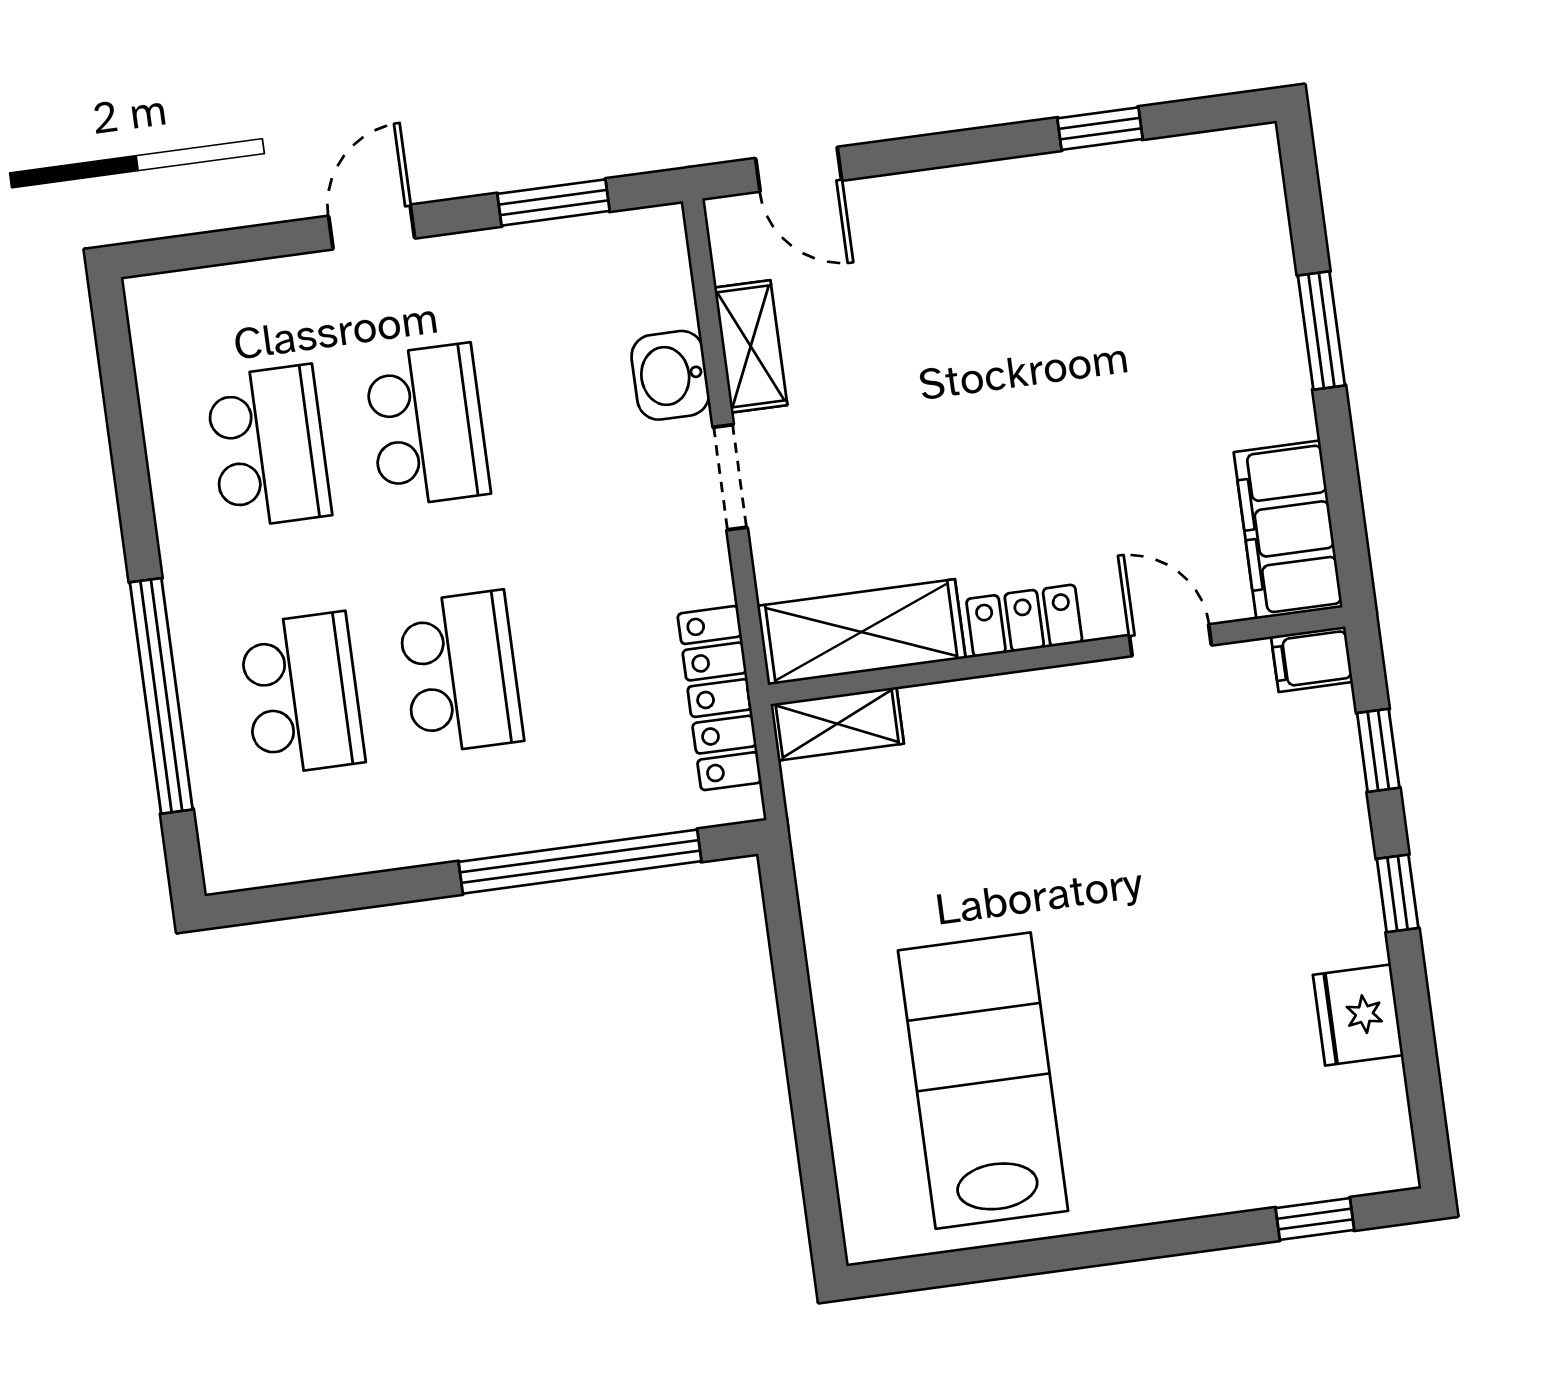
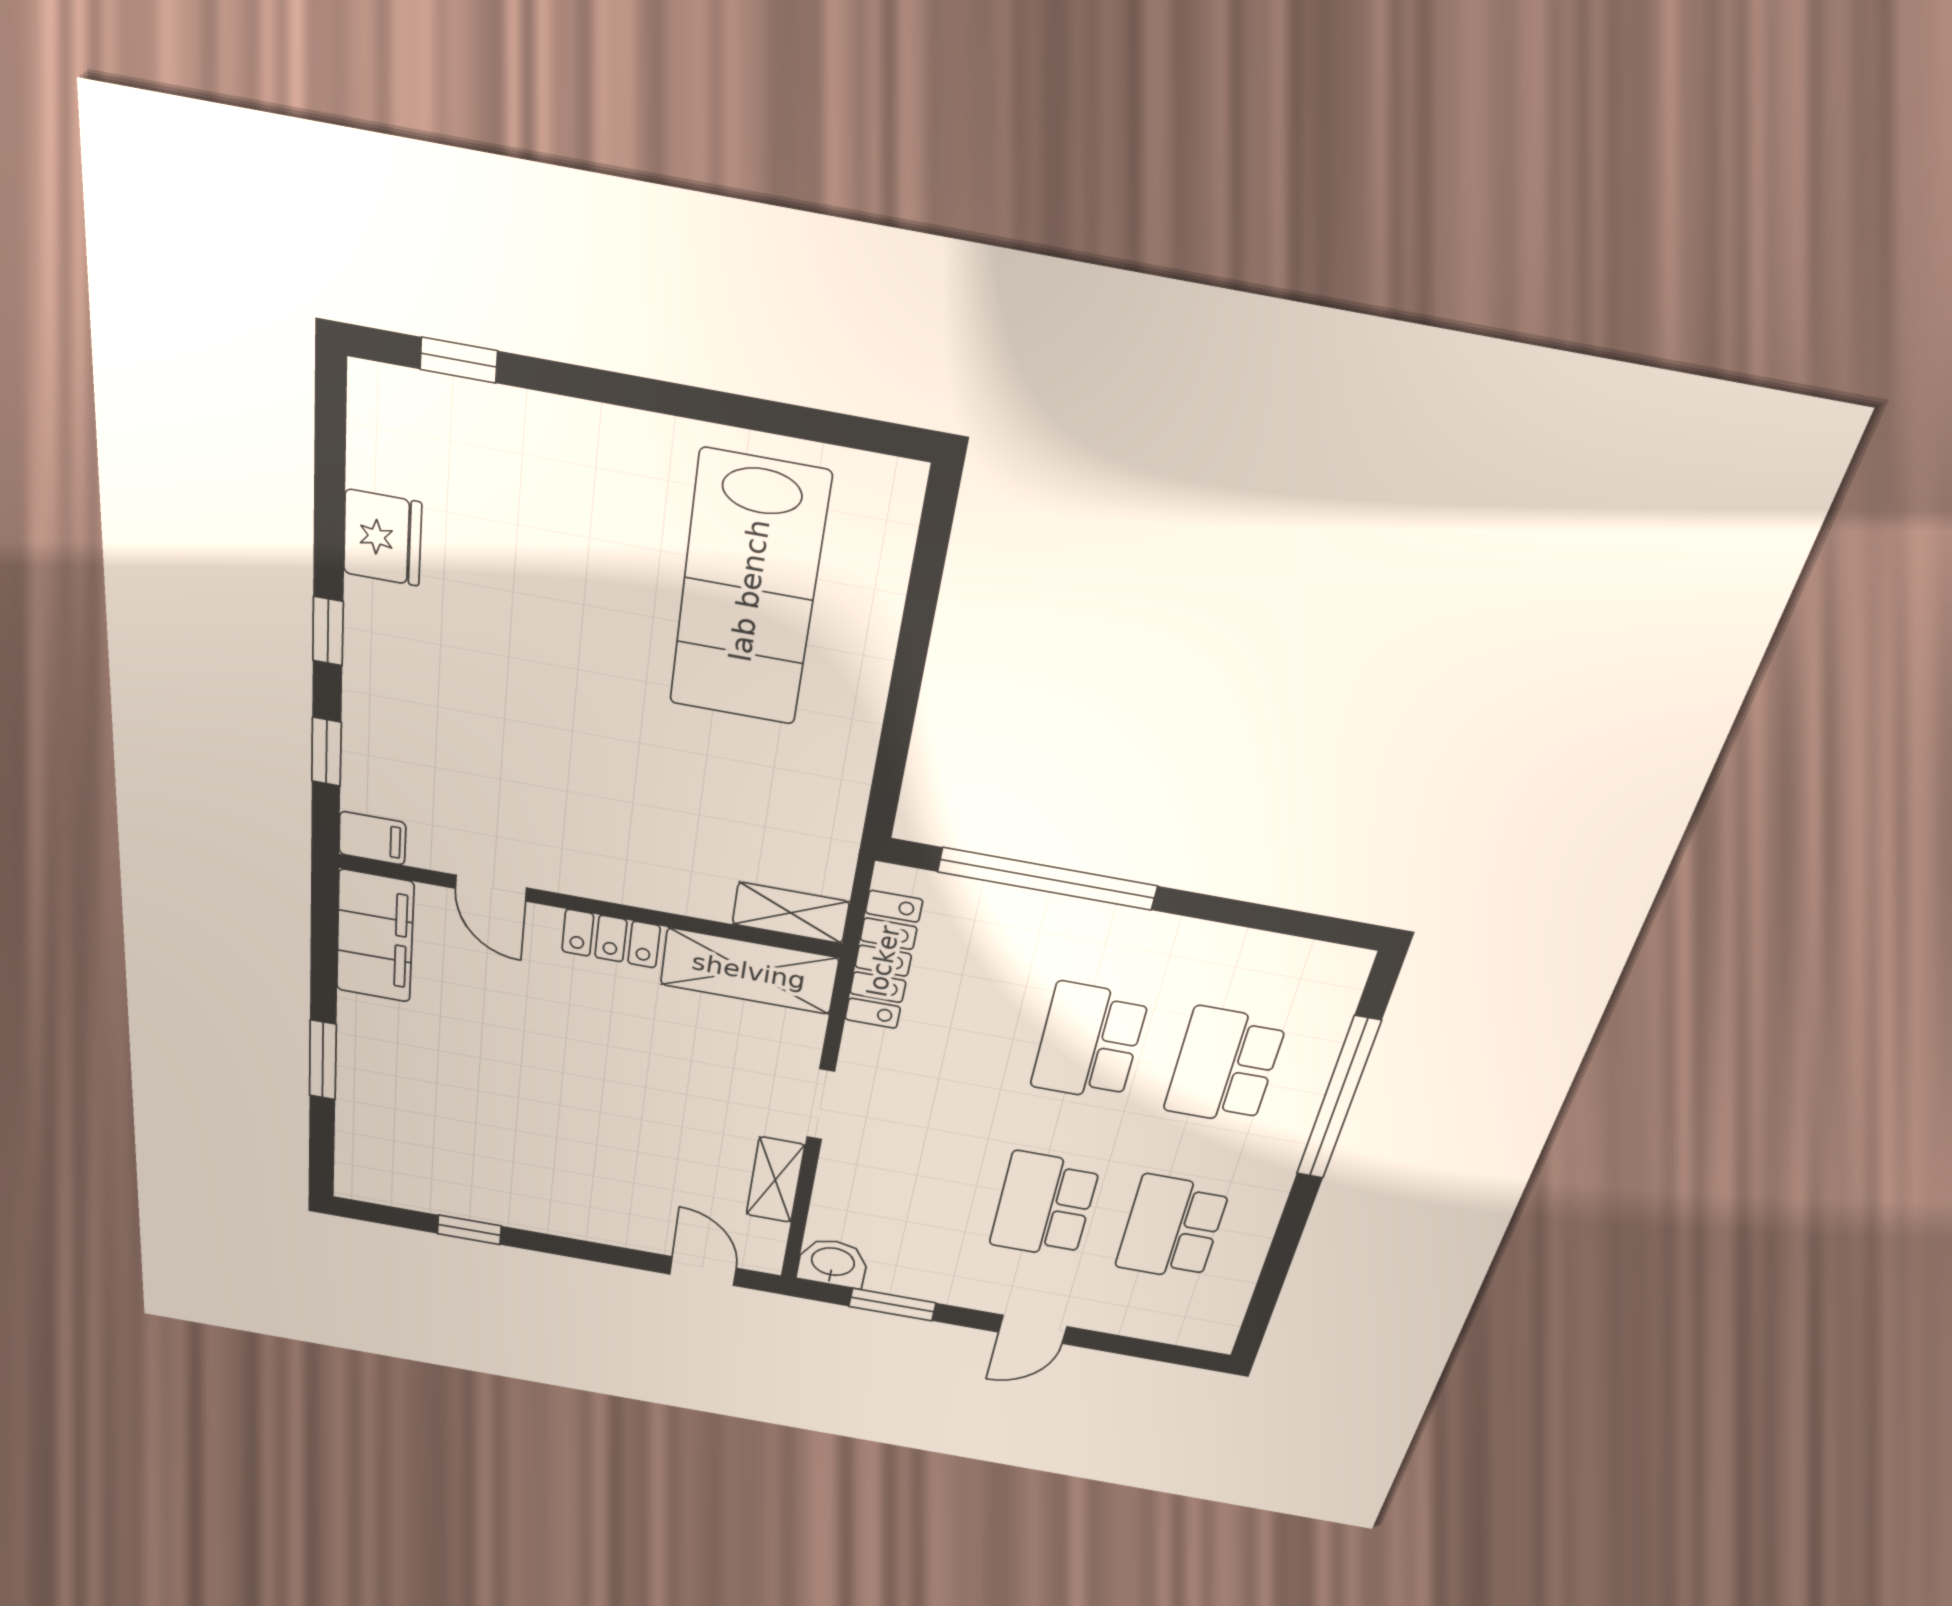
washbasin: (670, 375) -> (833, 1263), moved, turned -90

